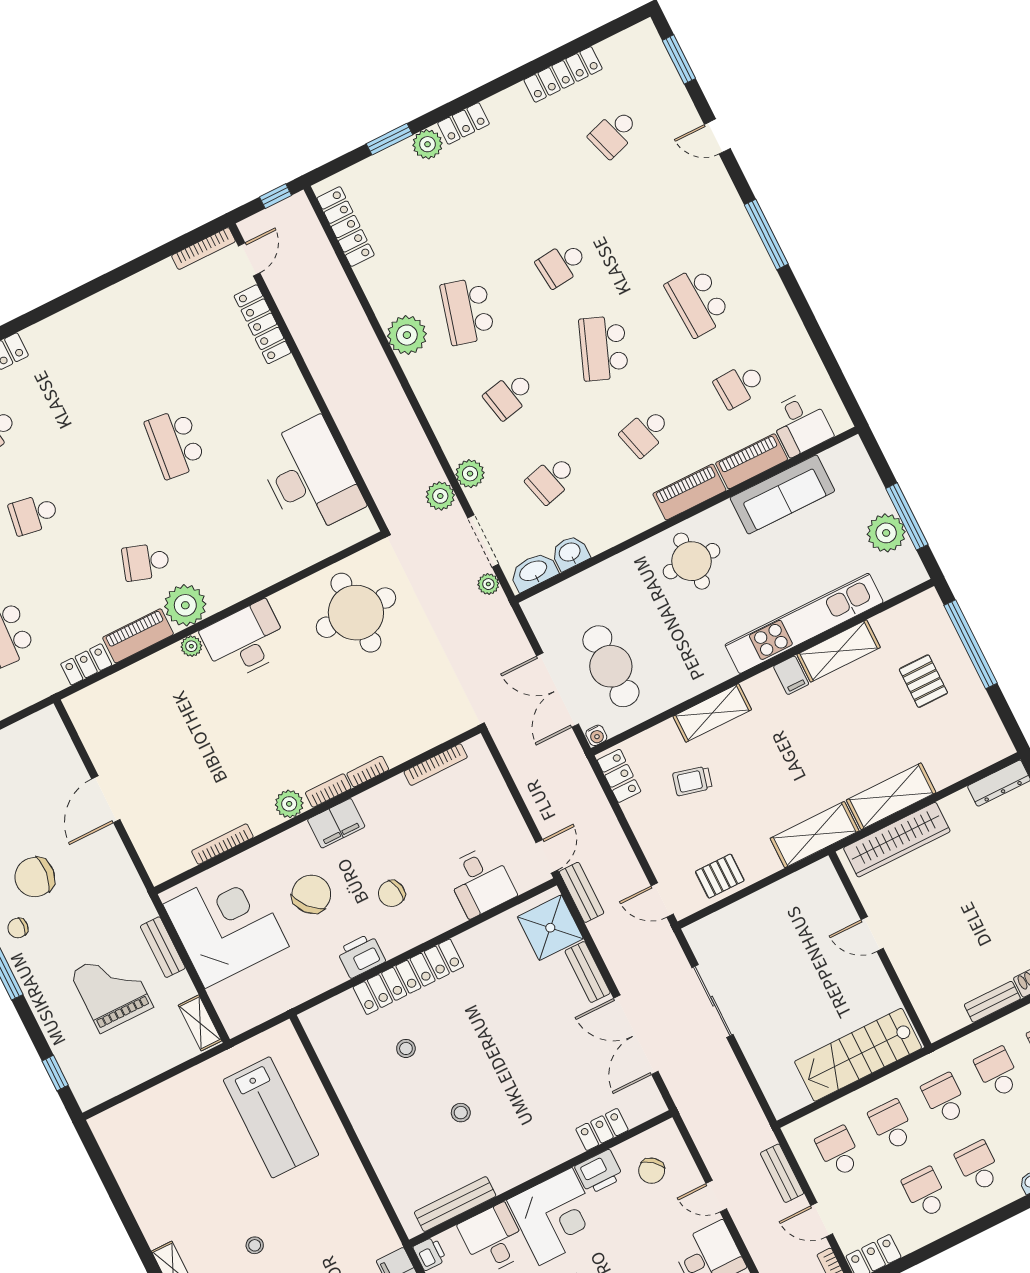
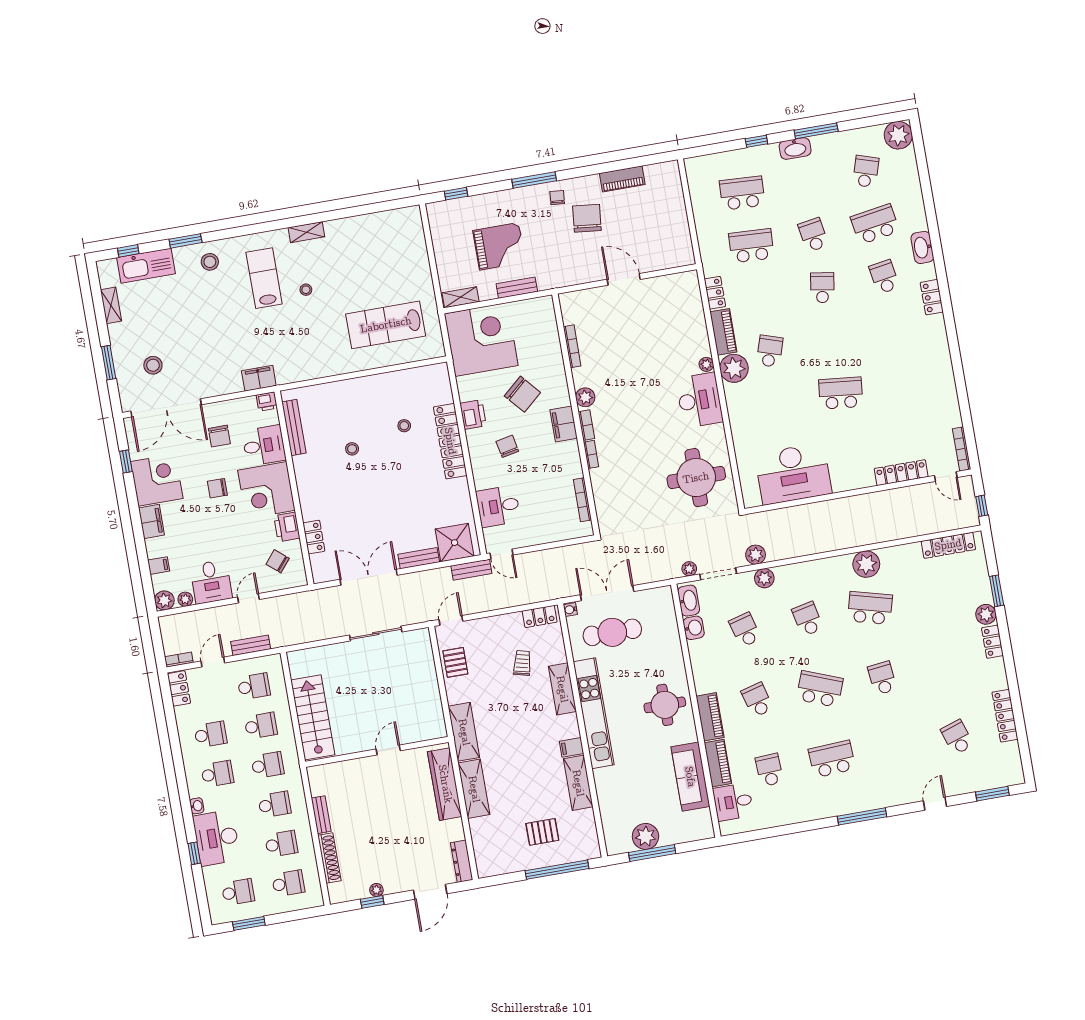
kitchen unit: (804, 623) -> (594, 713), moved
corner desk: (226, 925) -> (481, 340), moved, turned -90

